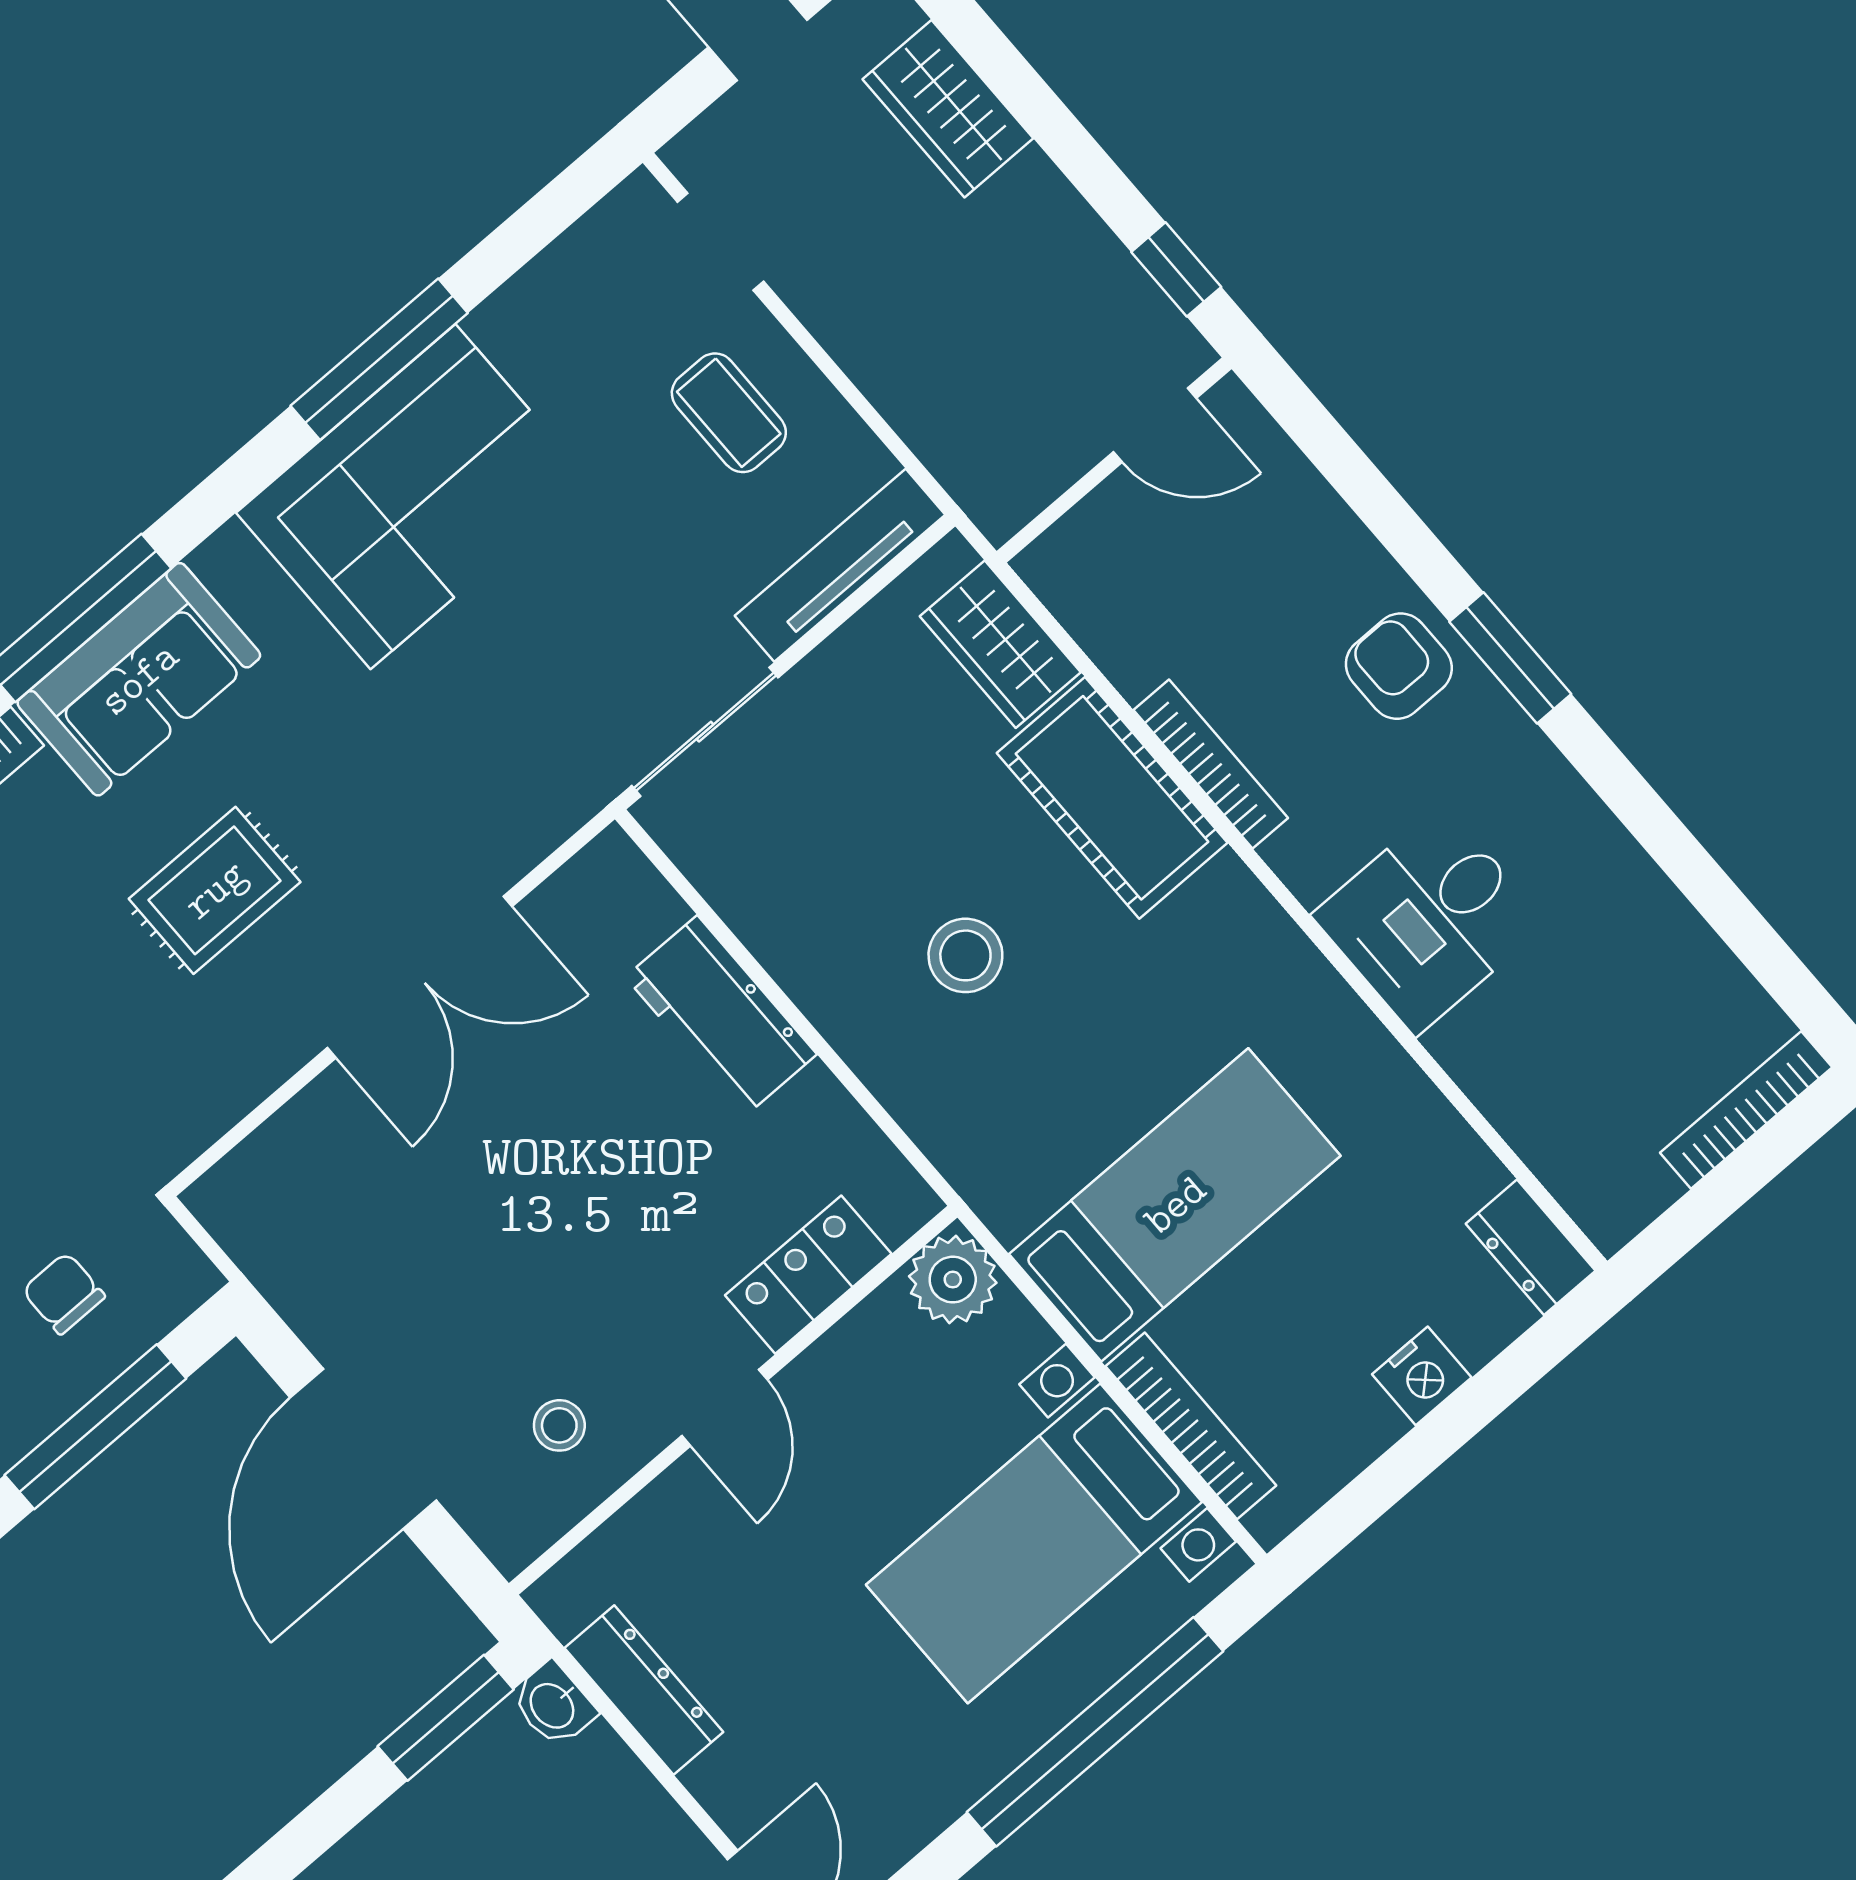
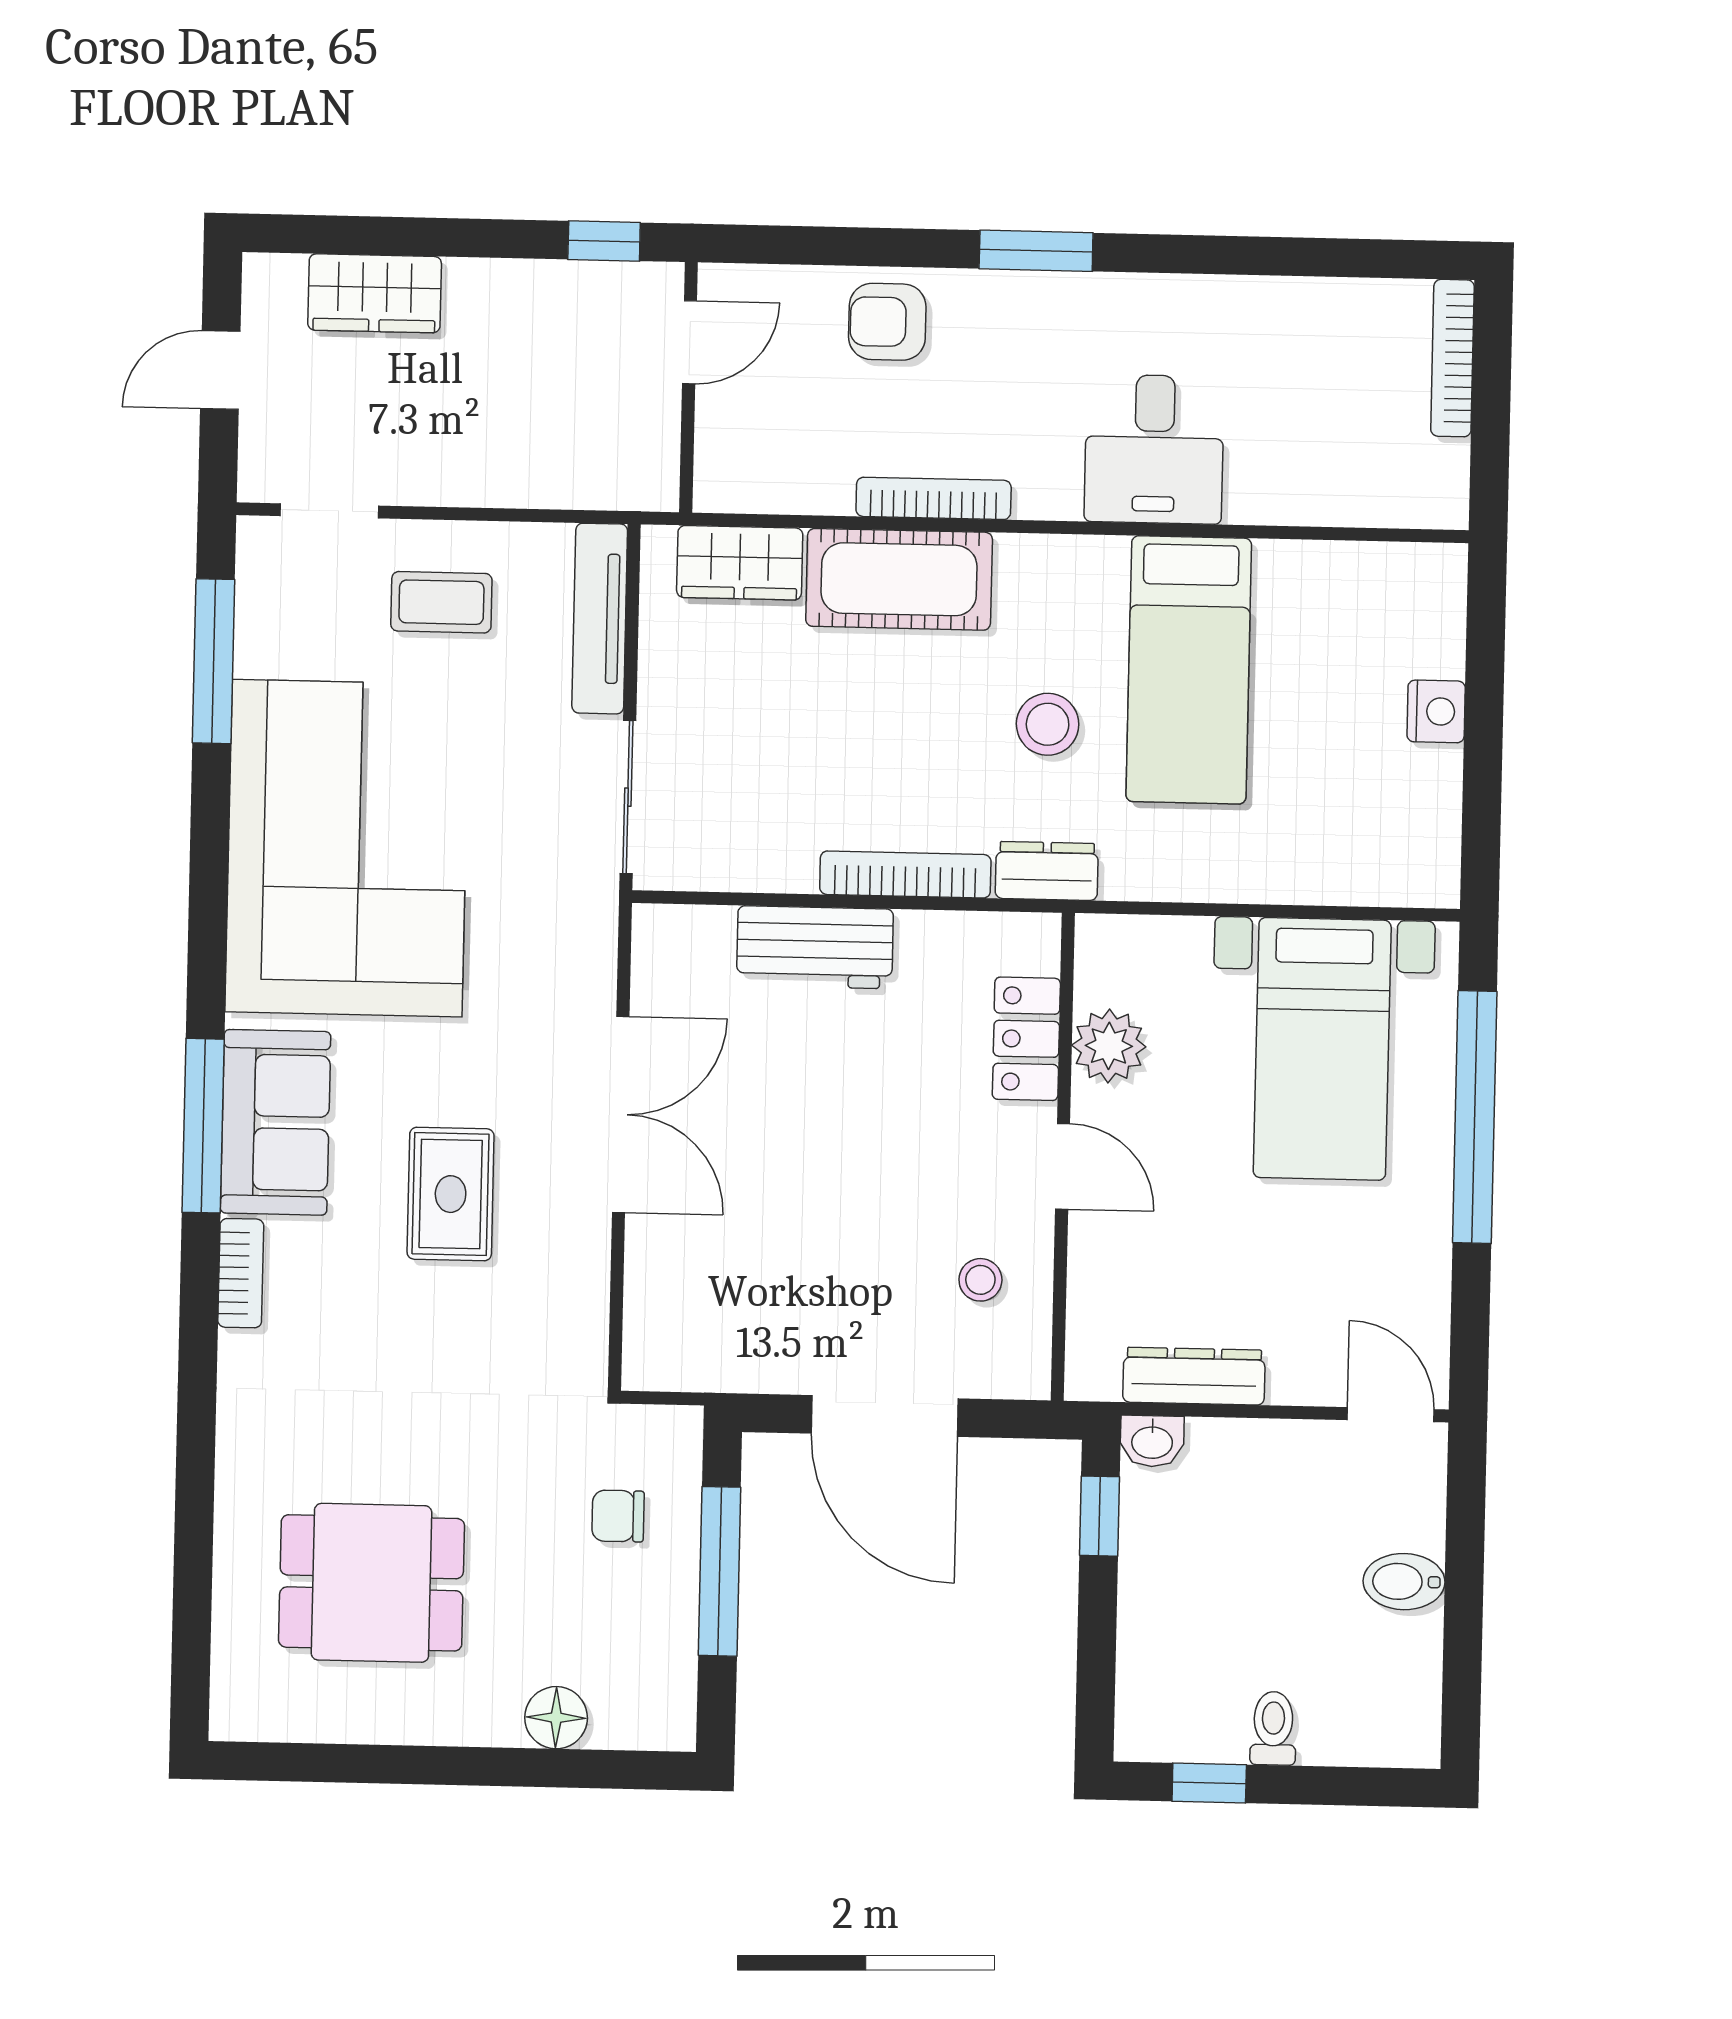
window: (379, 359) -> (214, 661), moved
corner sofa: (413, 497) -> (347, 848), width x1.36, depth x1.36
armchair: (1399, 666) -> (887, 322), moved
stool: (965, 955) -> (1048, 724), moved
bed: (1175, 1205) -> (1189, 670), moved, turned 180
dresser: (1531, 1247) -> (1047, 871), moved, turned 180
plant: (953, 1280) -> (1109, 1046), moved
bookcase: (1191, 1426) -> (905, 875), moved
window: (446, 1718) -> (1100, 1516), width x0.67

